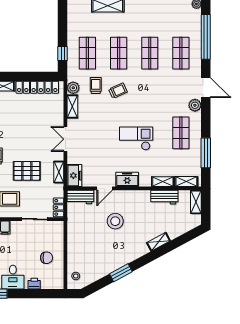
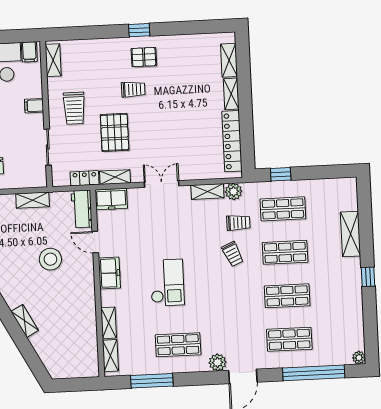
workbench: (164, 197) -> (87, 326), removed
shelving: (196, 202) -> (33, 200), moved
locker: (59, 207) -> (85, 178), moved

